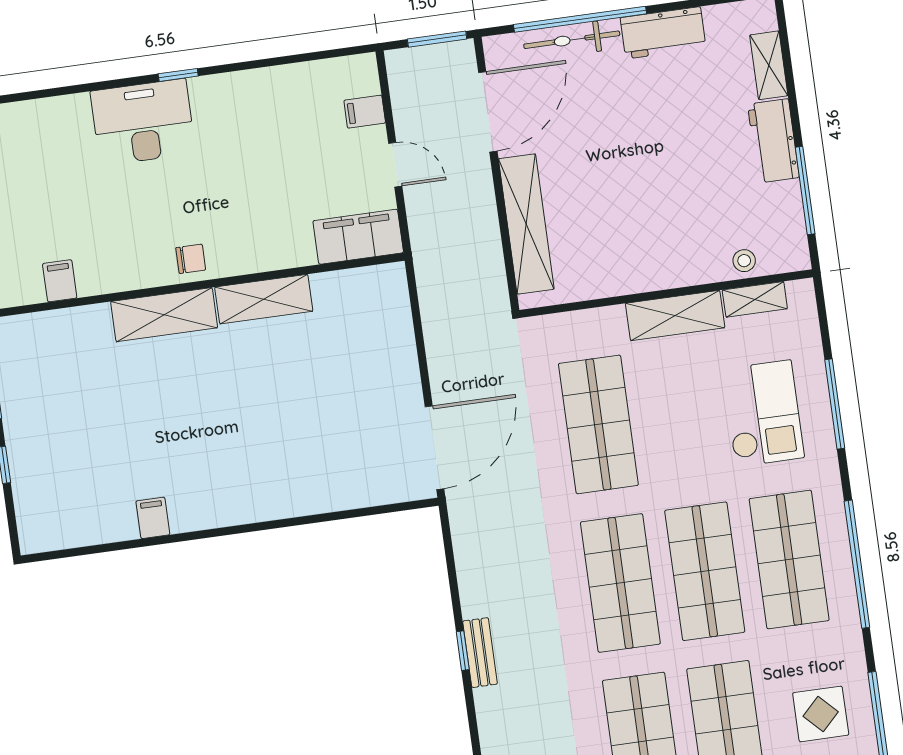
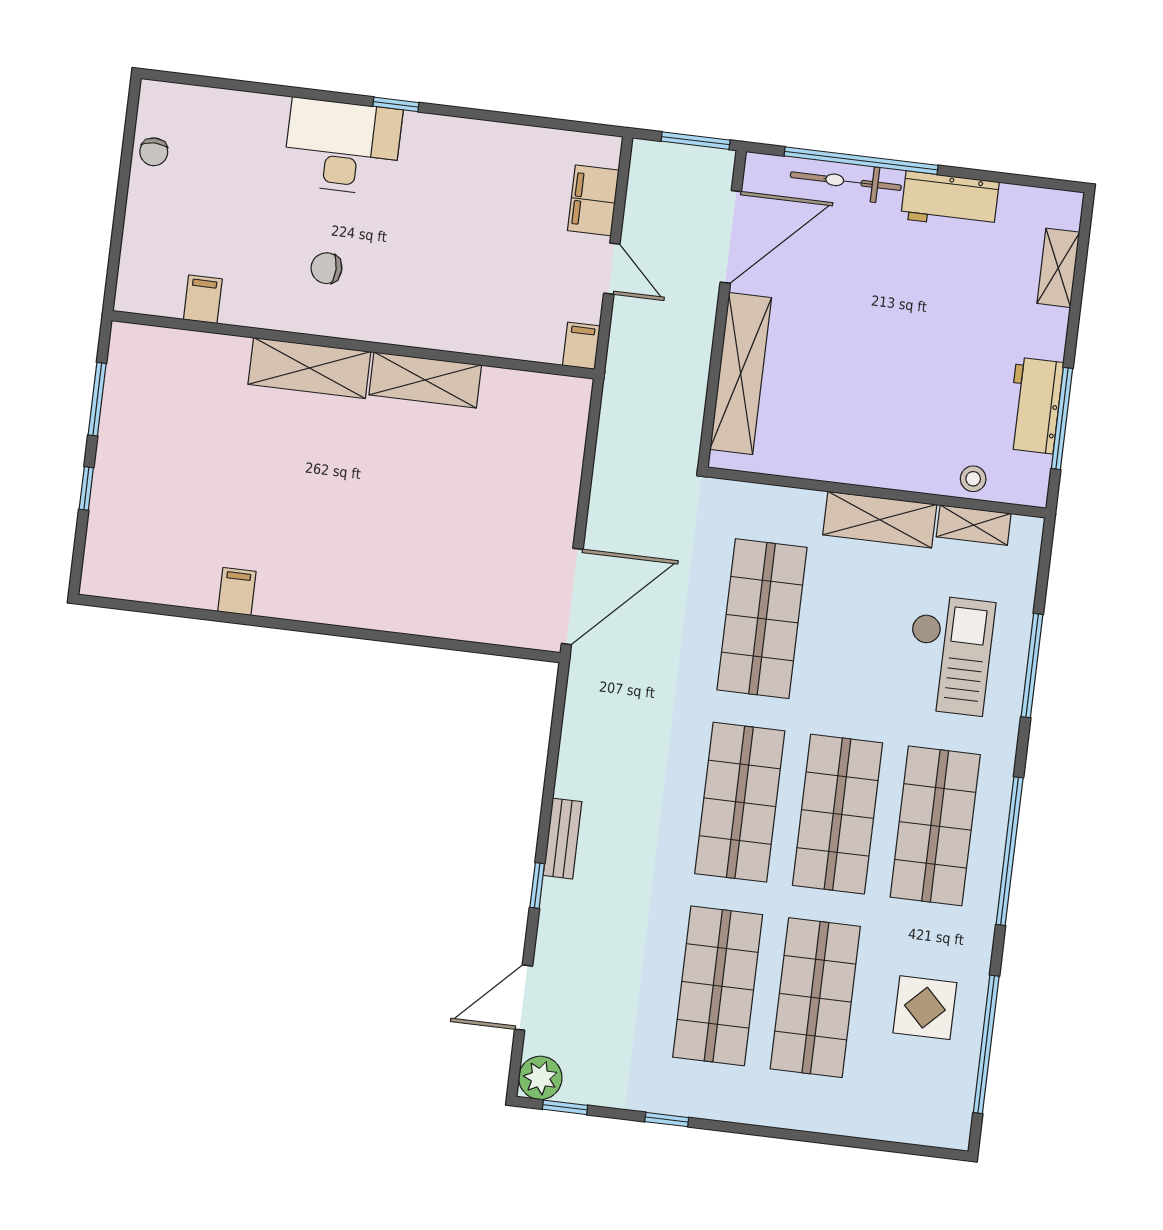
filing cabinet: (365, 112) -> (593, 200), width x2.00
workbench: (773, 141) -> (1035, 406), moved
filing cabinet: (358, 237) -> (581, 346), width x0.33, depth x0.86
chair: (191, 259) -> (326, 268), moved, turned 180
window: (463, 651) -> (537, 886), moved

